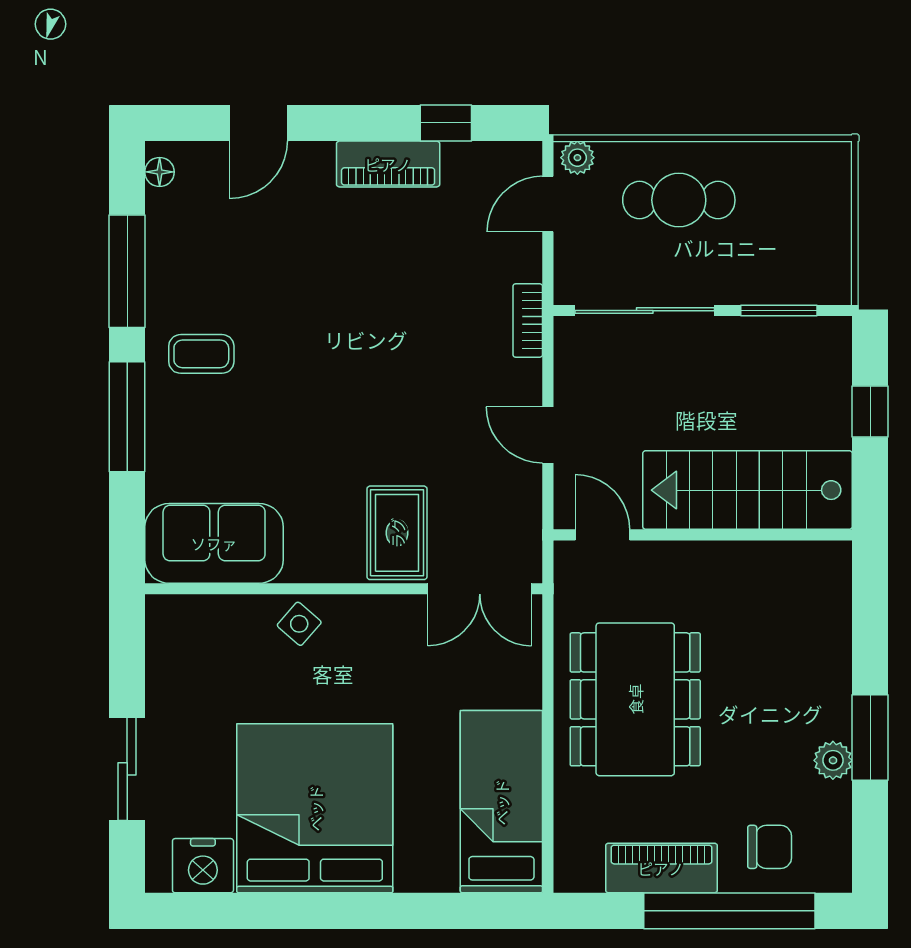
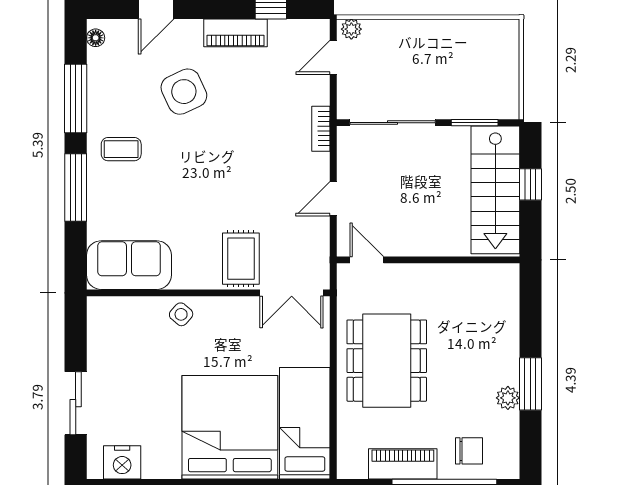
cafe table: (679, 200) -> (413, 55), removed
side table: (304, 260) -> (184, 92), added
door: (548, 435) -> (333, 199), hinge flipped
stairs: (747, 490) -> (495, 190), moved, turned -90
bed: (315, 808) -> (230, 427), moved

